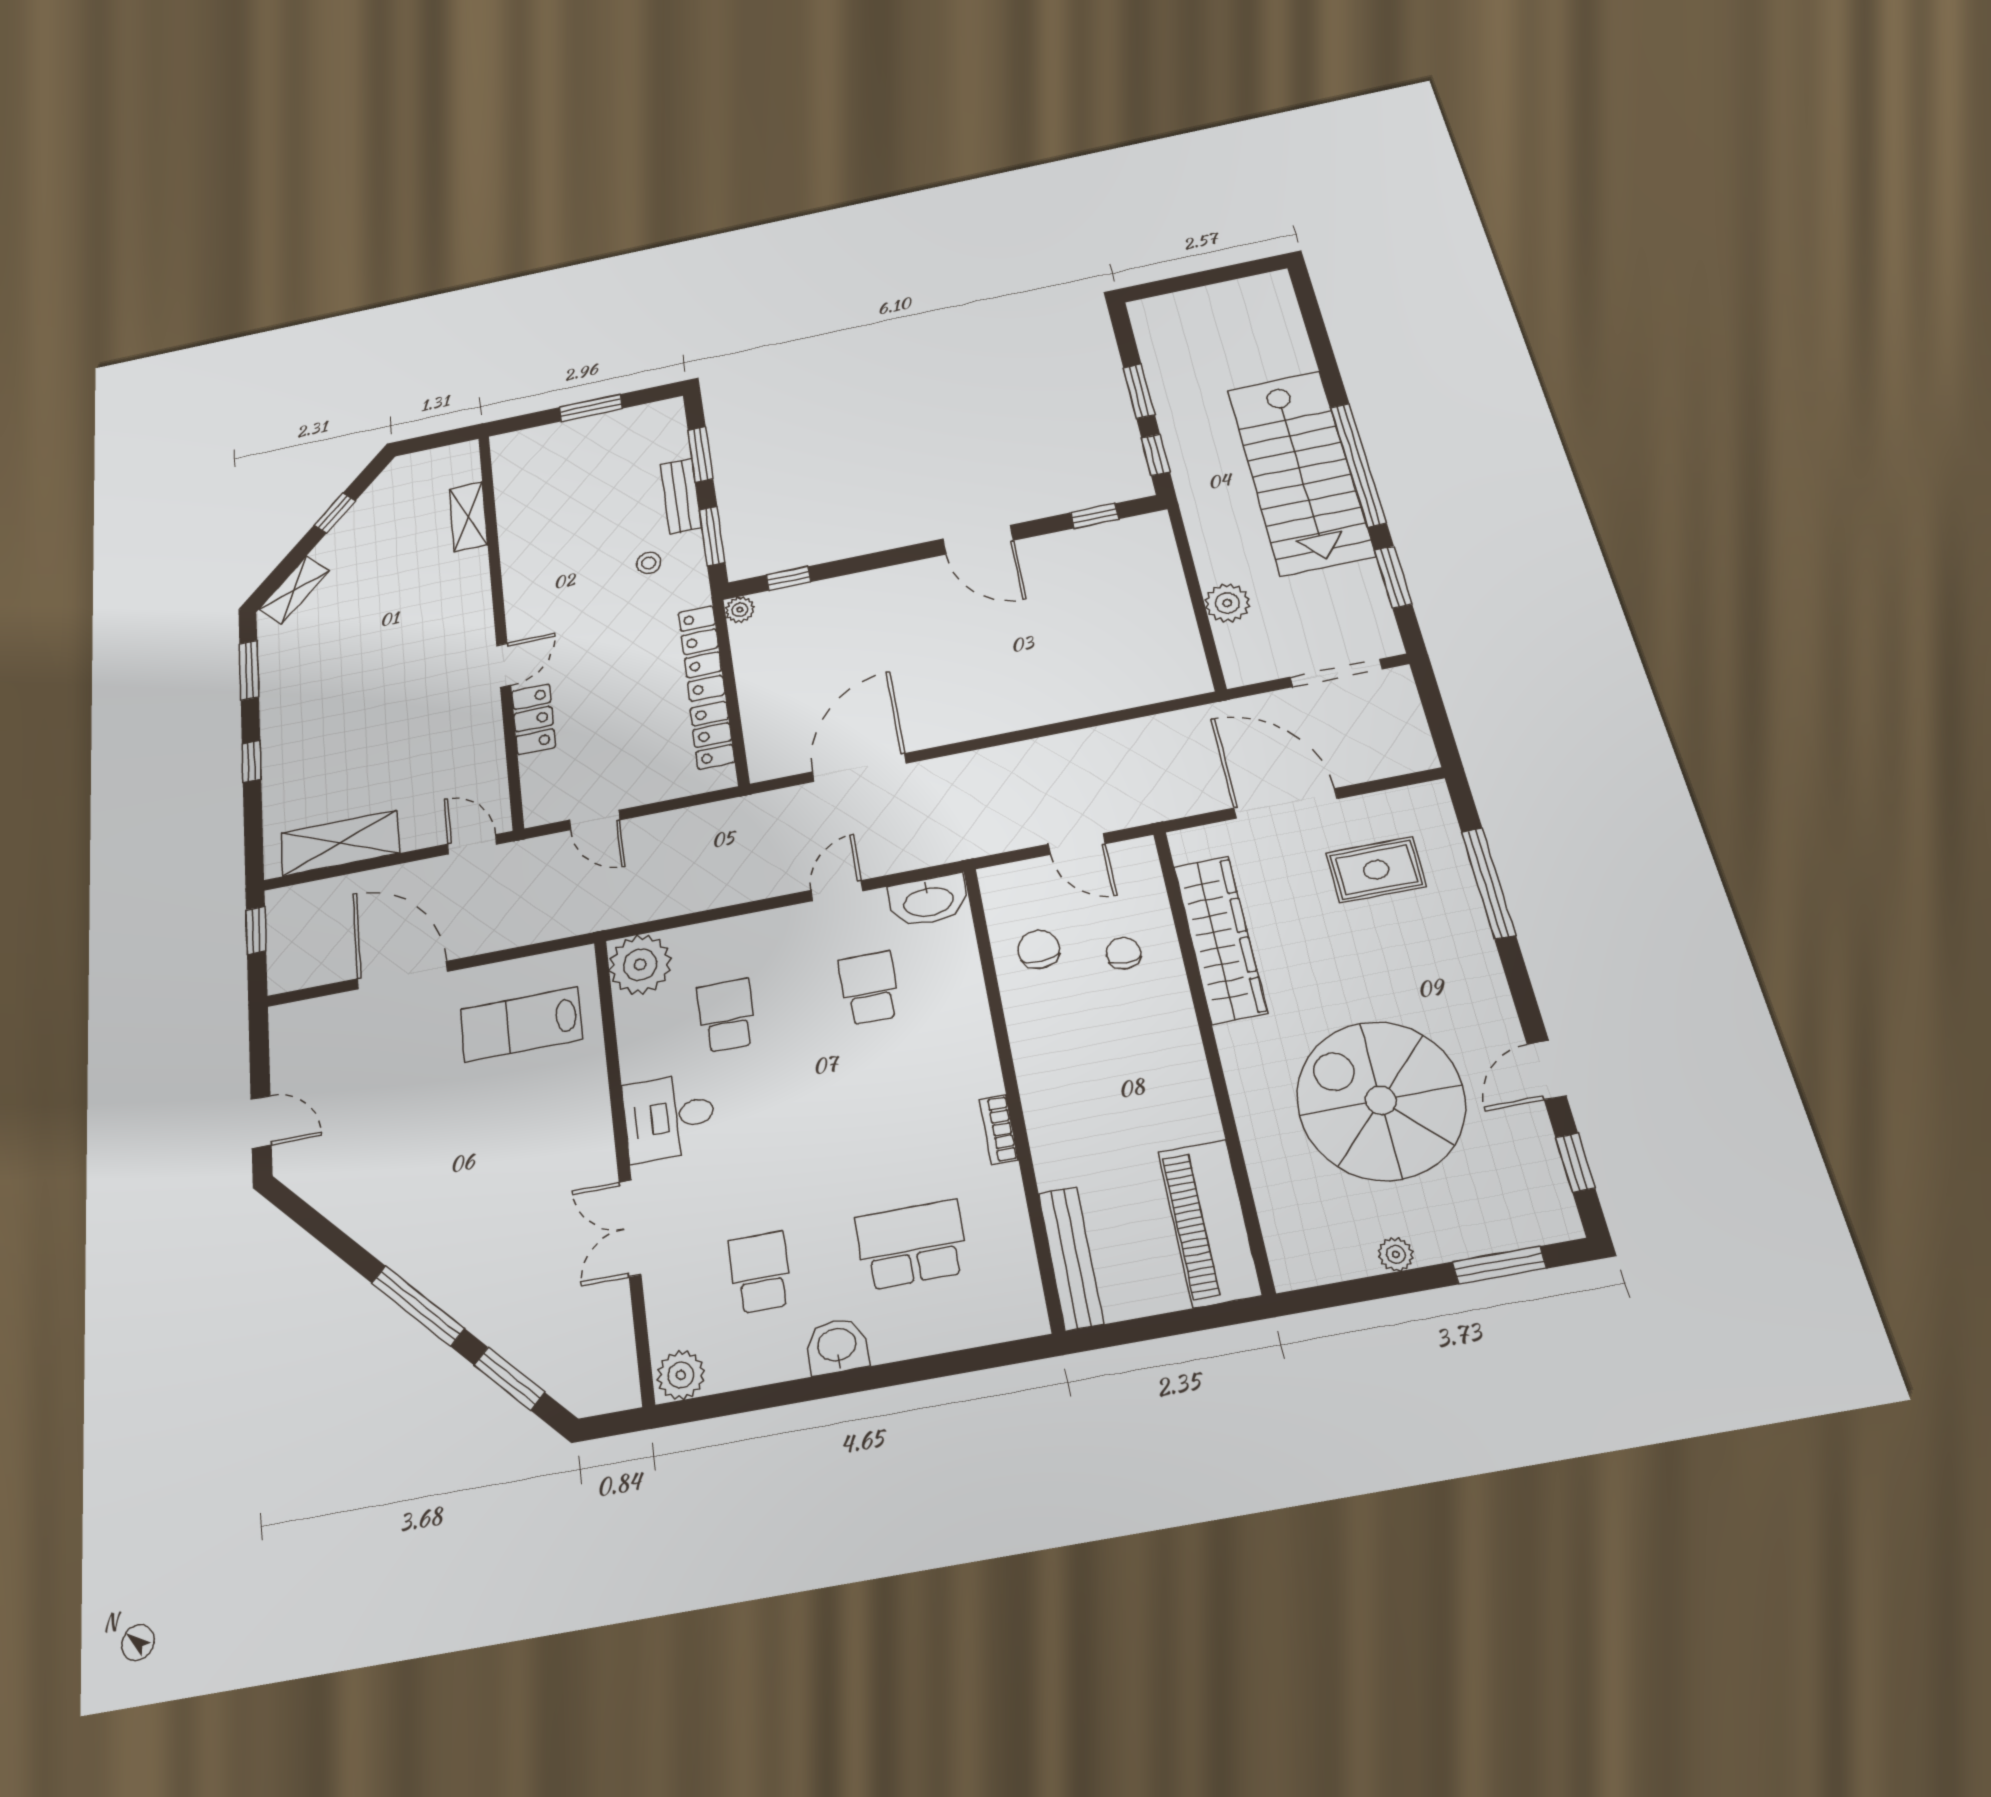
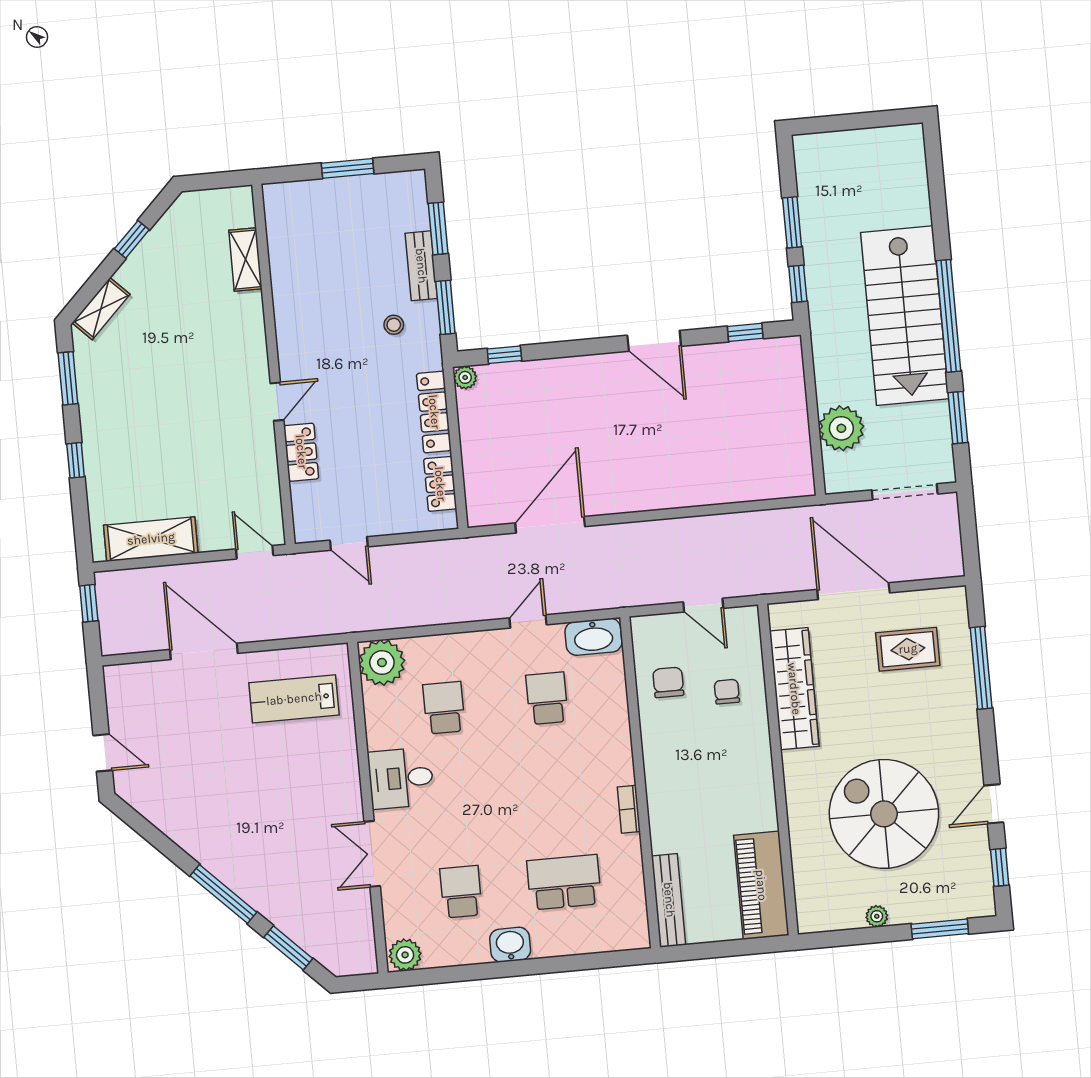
plant: (1227, 603) -> (841, 428), width x1.36, depth x1.36

